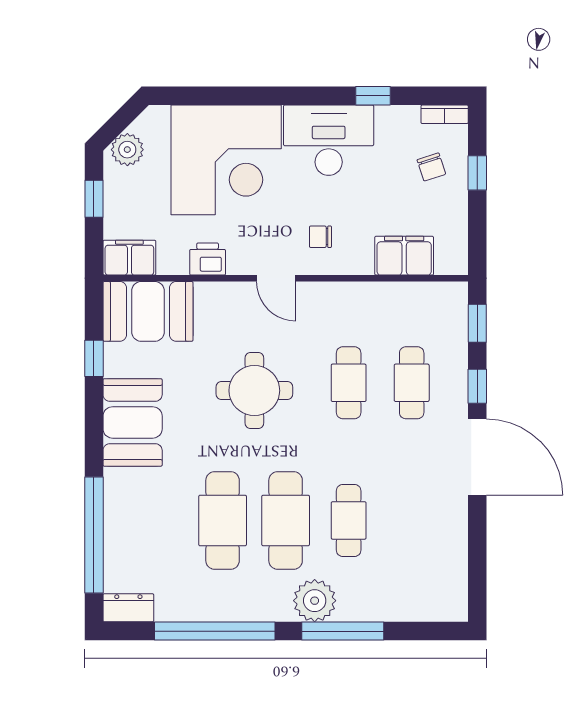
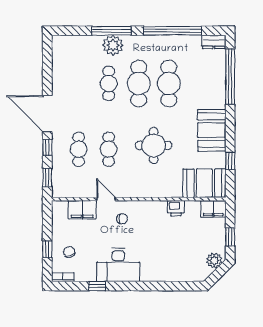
corner desk: (226, 160) -> (167, 255), removed
door: (276, 278) -> (106, 199), moved
plant: (315, 601) -> (113, 45), moved

